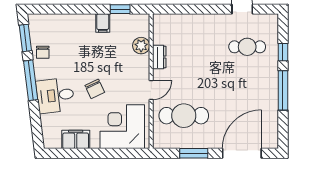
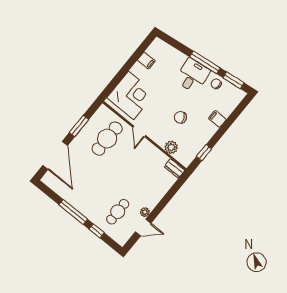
plant: (226, 20) -> (145, 212), added
filing cabinet: (103, 23) -> (217, 119), moved
dresser: (159, 57) -> (174, 168), moved
chair: (95, 89) -> (180, 117), moved
desk: (55, 95) -> (193, 76), moved
filing cabinet: (76, 139) -> (146, 61), width x0.50

